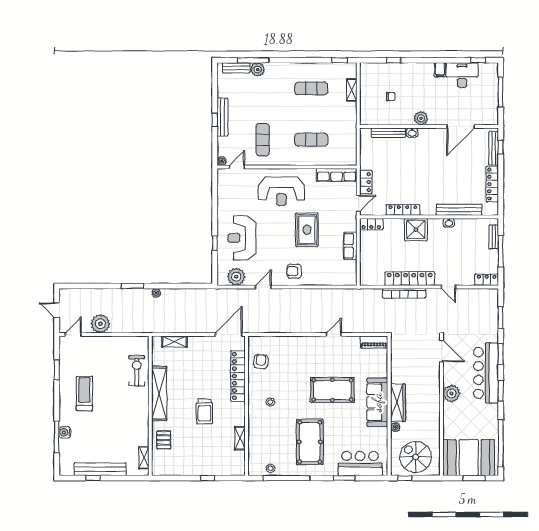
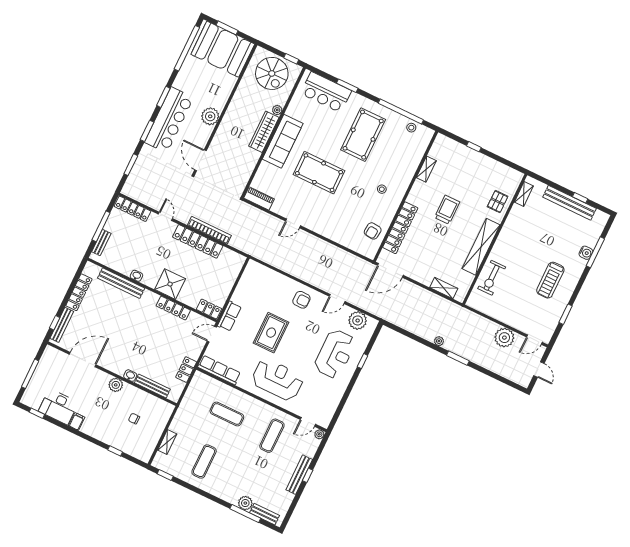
exercise mat: (311, 88) -> (204, 461), turned 90
locker: (366, 182) -> (186, 370), moved
row of seats: (350, 246) -> (229, 316), moved
locker: (487, 280) -> (132, 209), width x1.53

